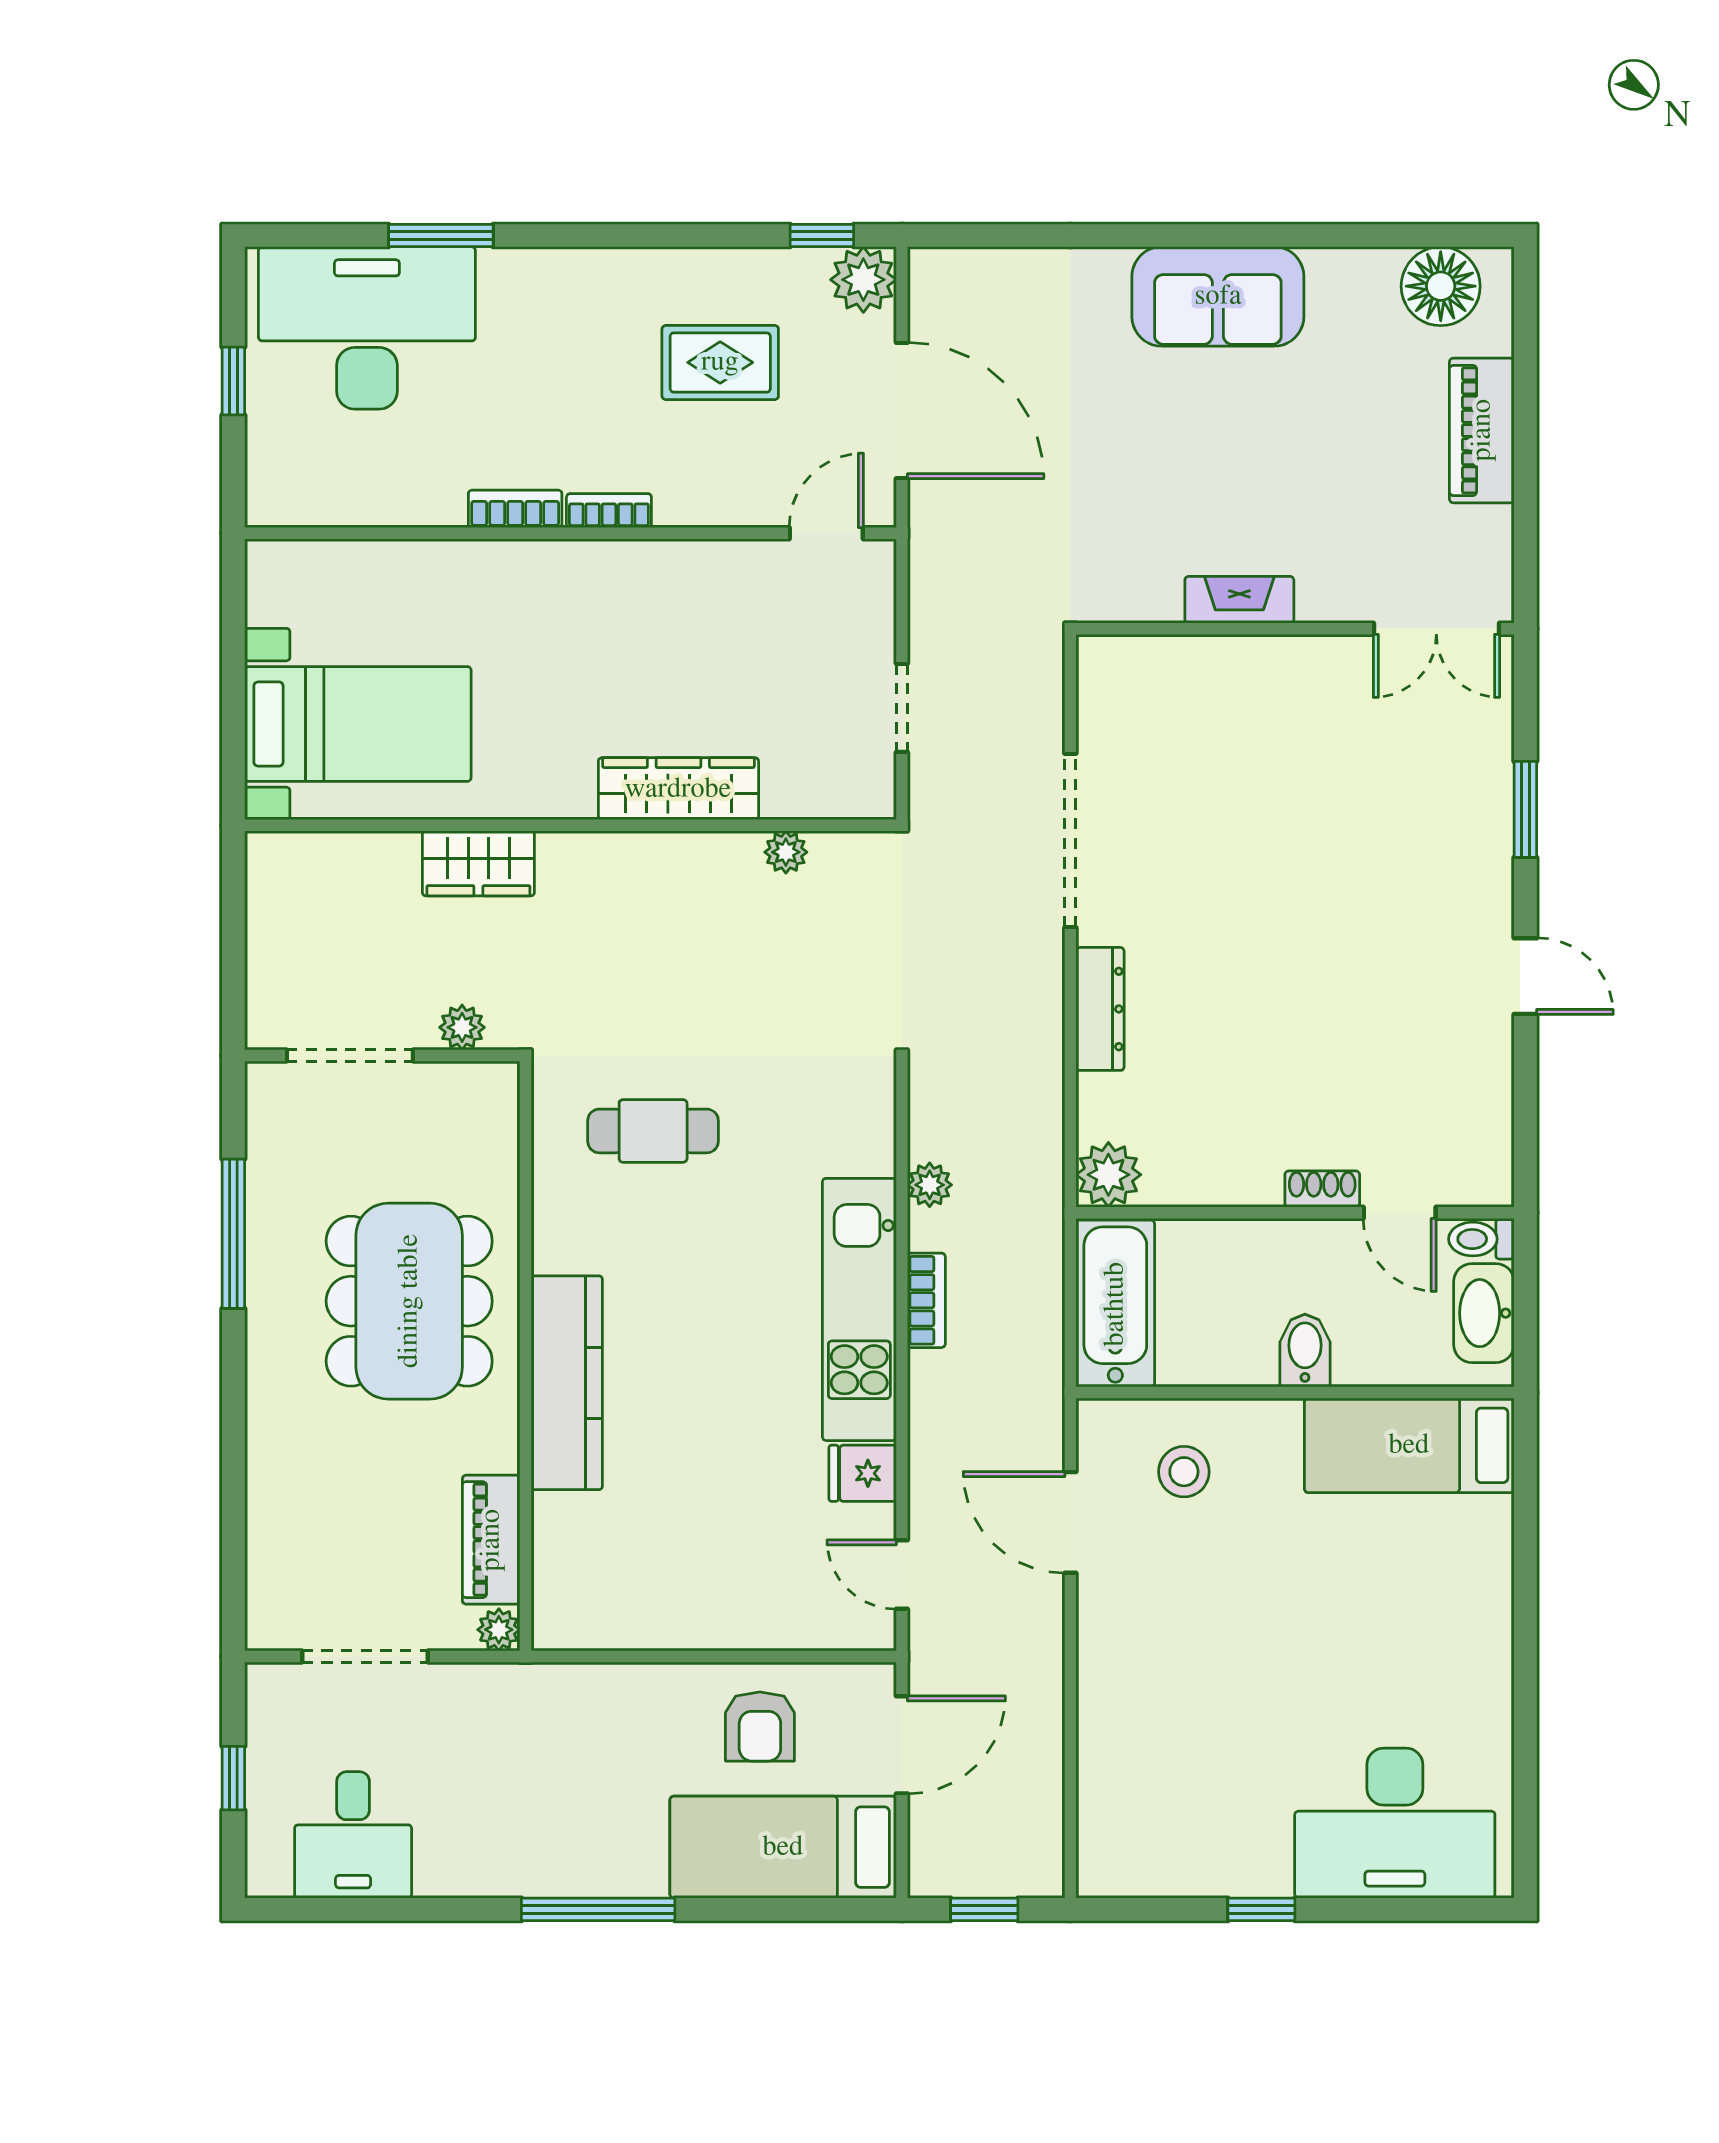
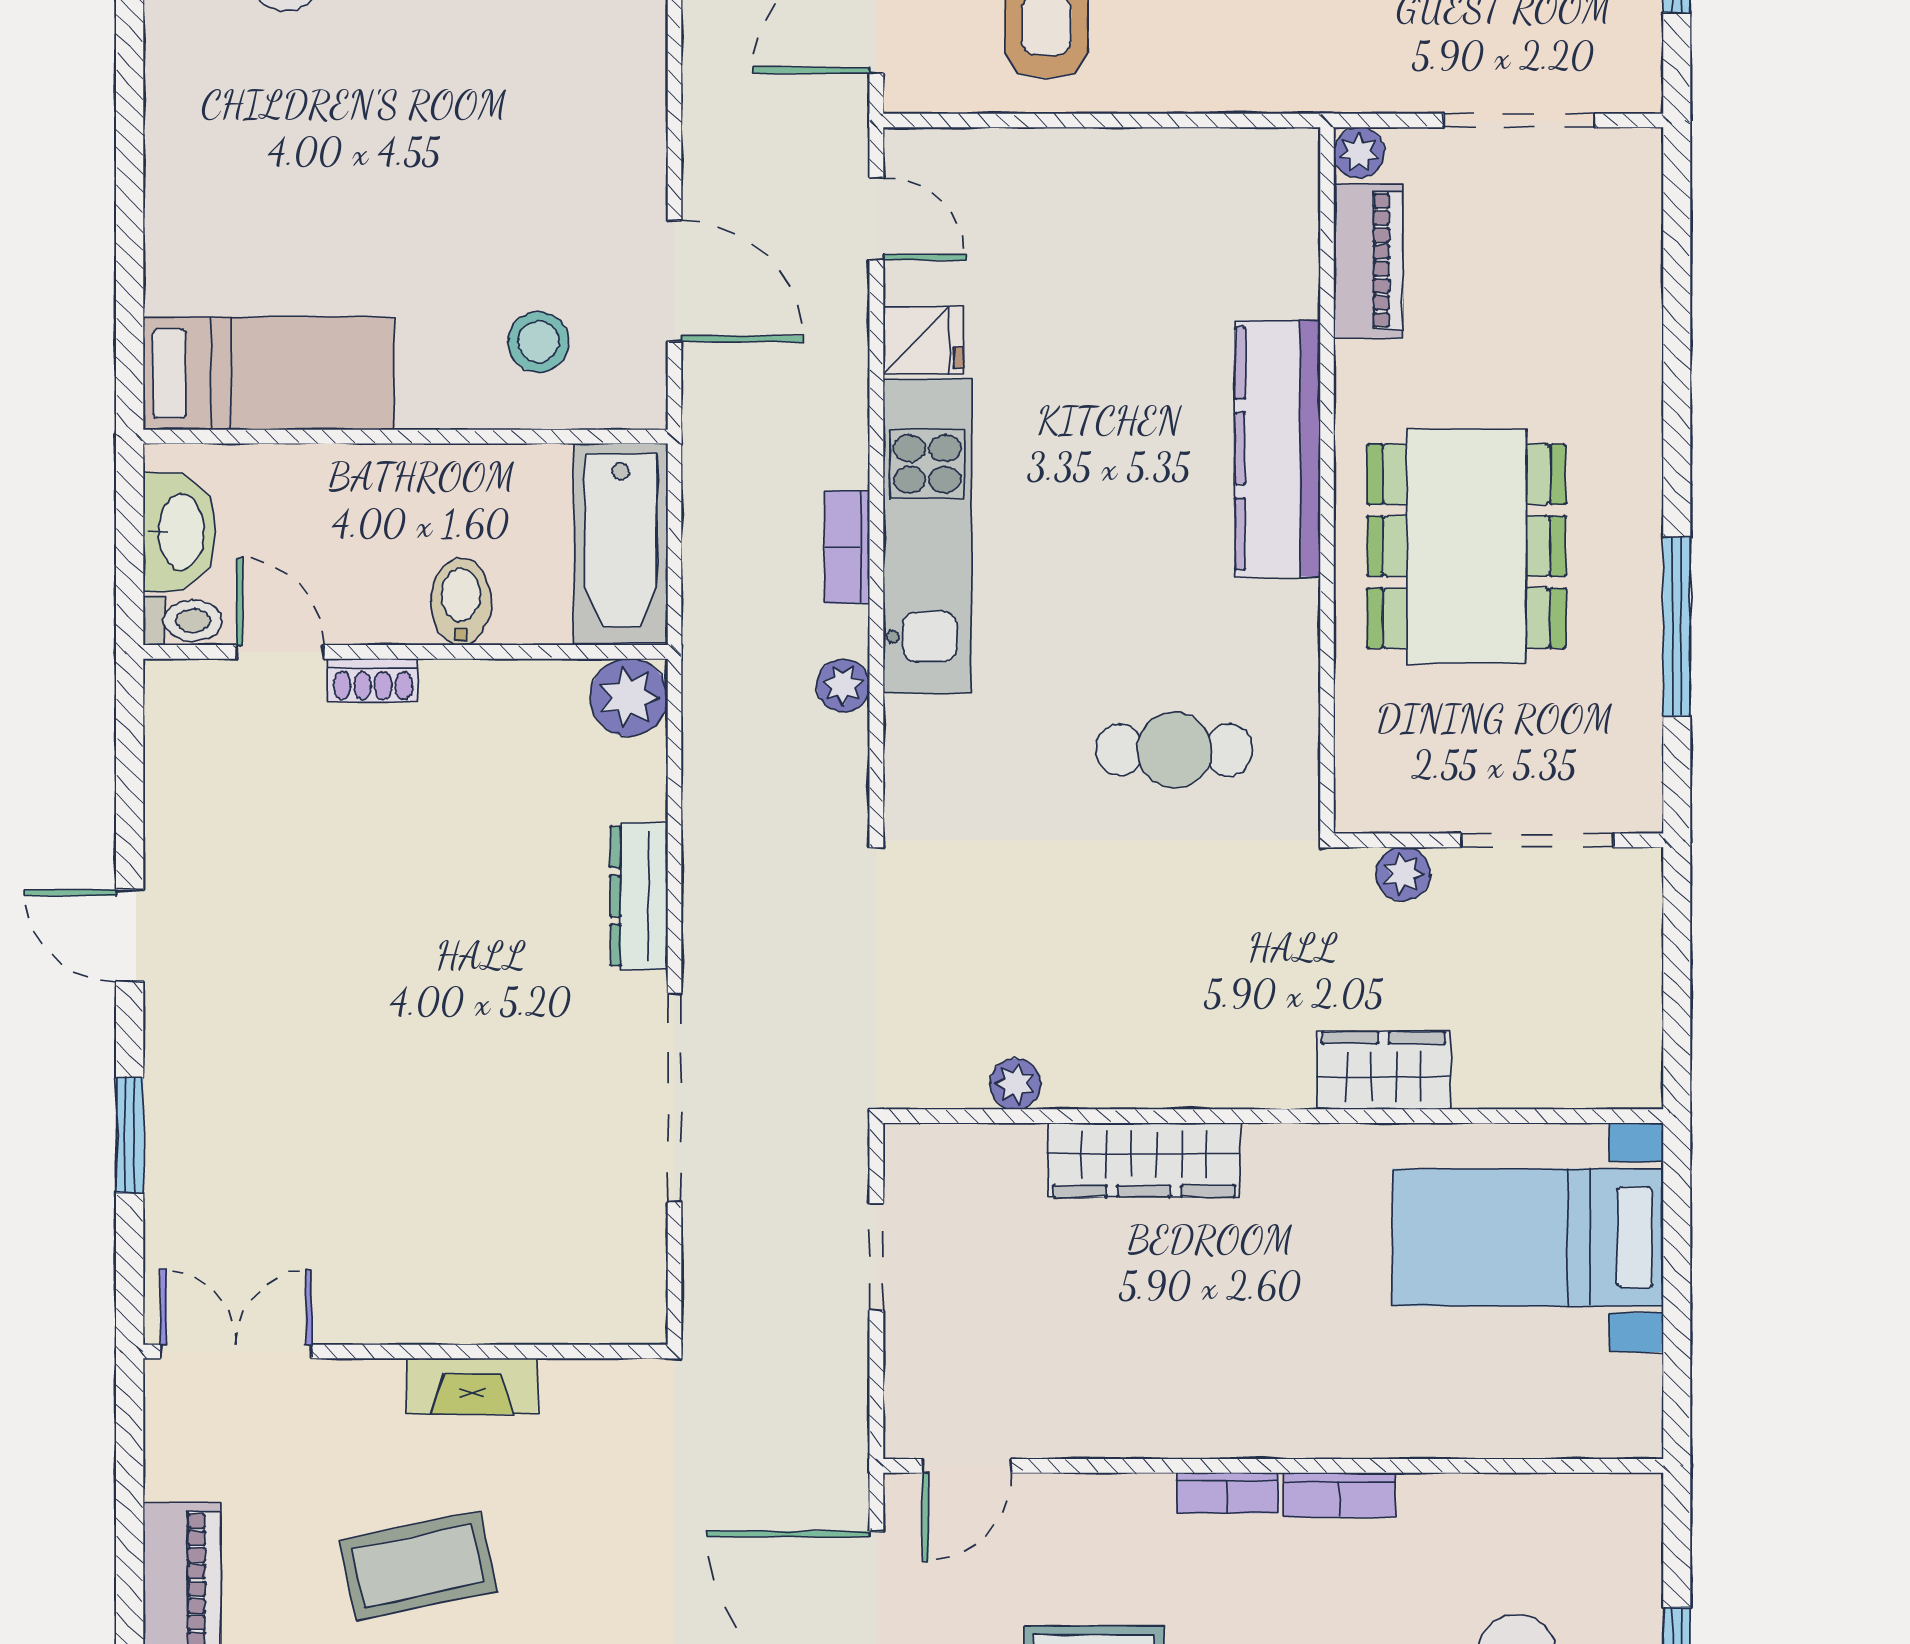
coffee table: (1284, 450) -> (418, 1566), added
bidet: (1305, 1351) -> (461, 602), moved, turned 180

